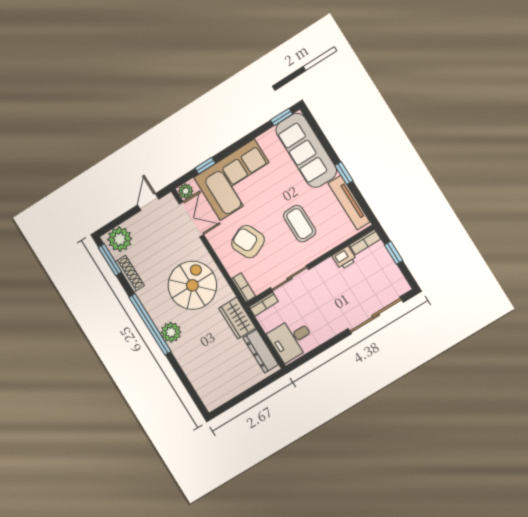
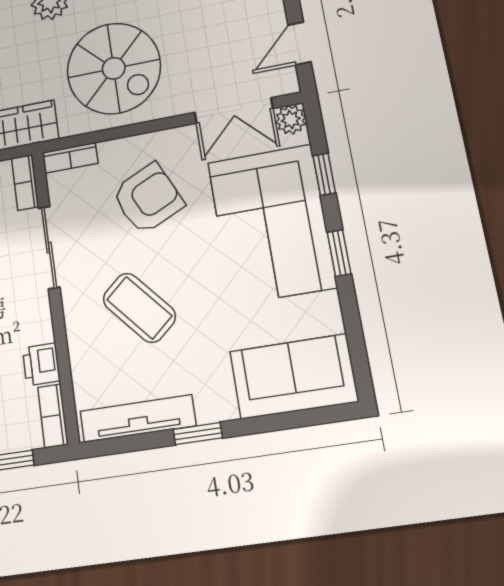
window: (281, 117) -> (339, 253), moved
sofa: (306, 150) -> (294, 376), width x0.73
door: (148, 202) -> (300, 43), swing flipped
coffee table: (300, 224) -> (139, 308), turned 49

